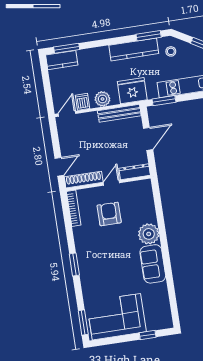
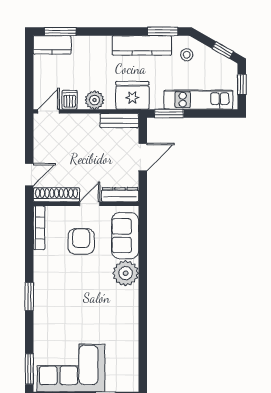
bench: (119, 113) -> (119, 121), width x0.73
sofa: (153, 264) -> (125, 236), moved

